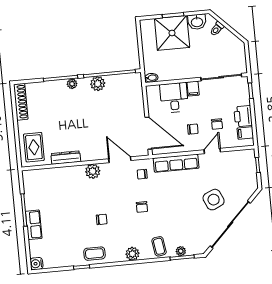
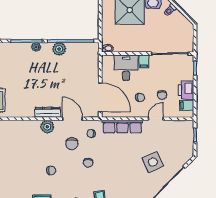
dresser: (66, 158) -> (48, 112), moved
chair: (122, 188) -> (72, 144), added

